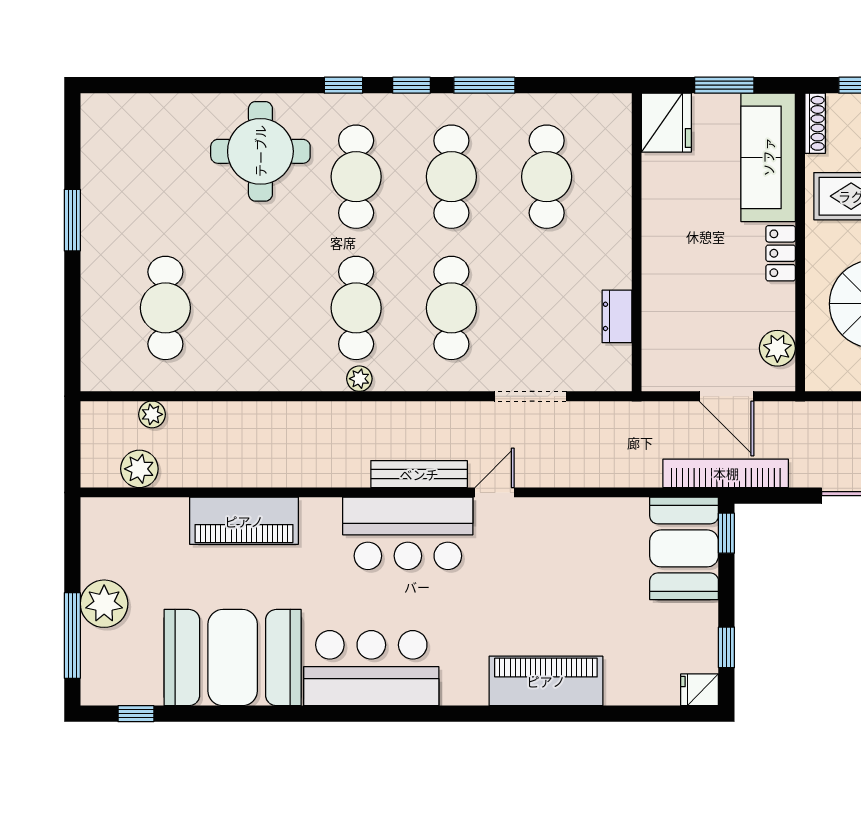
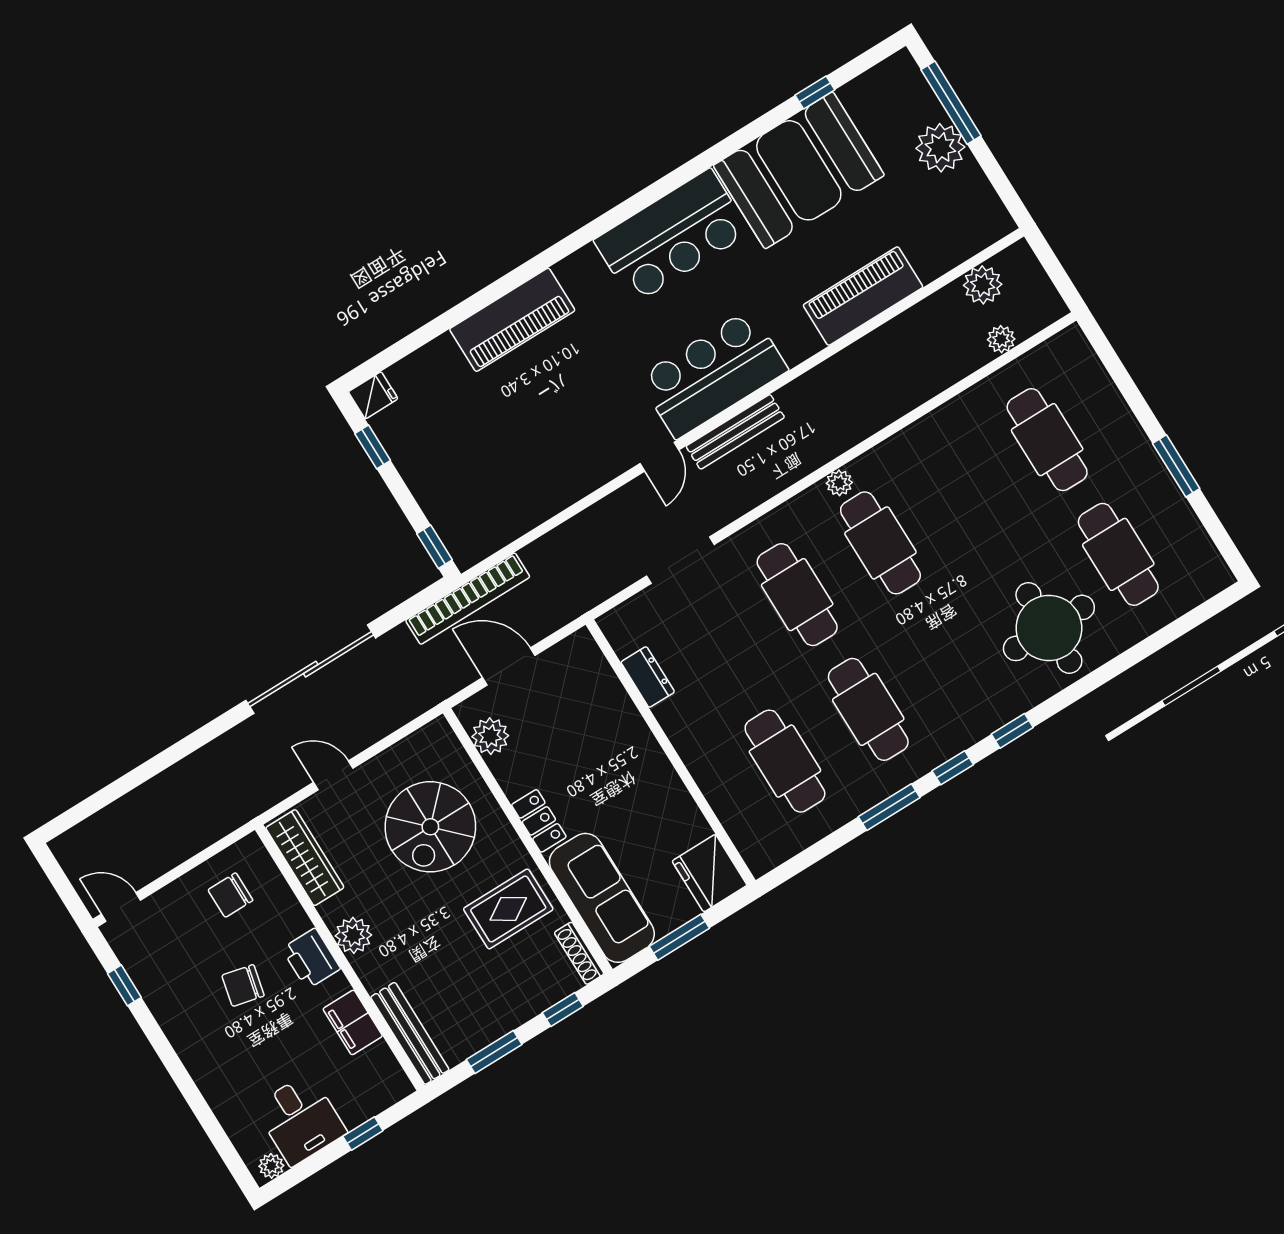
cafe table: (356, 177) -> (1118, 554), moved
booth: (684, 548) -> (463, 510), removed
window: (136, 714) -> (815, 93), moved

